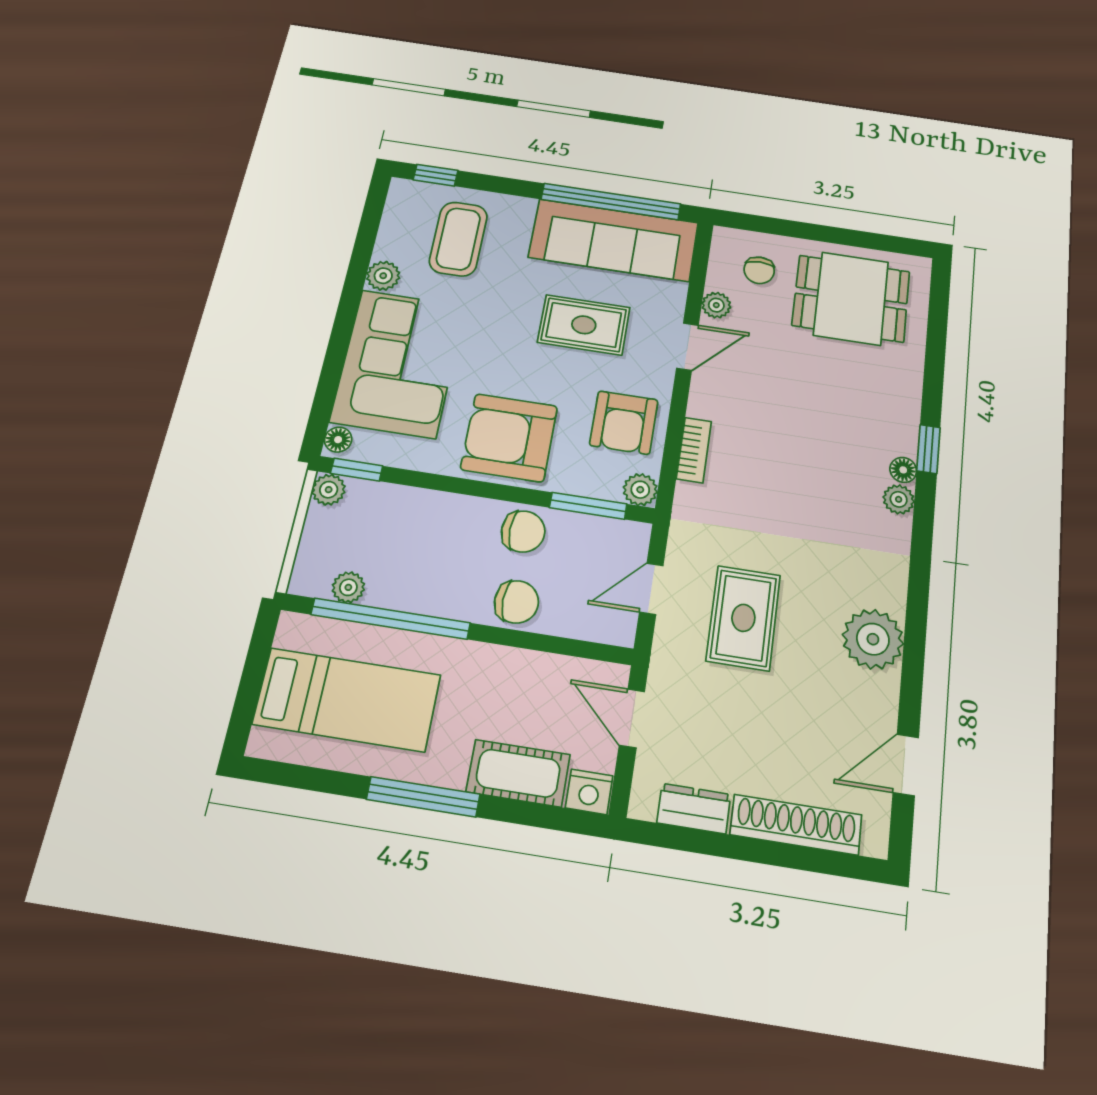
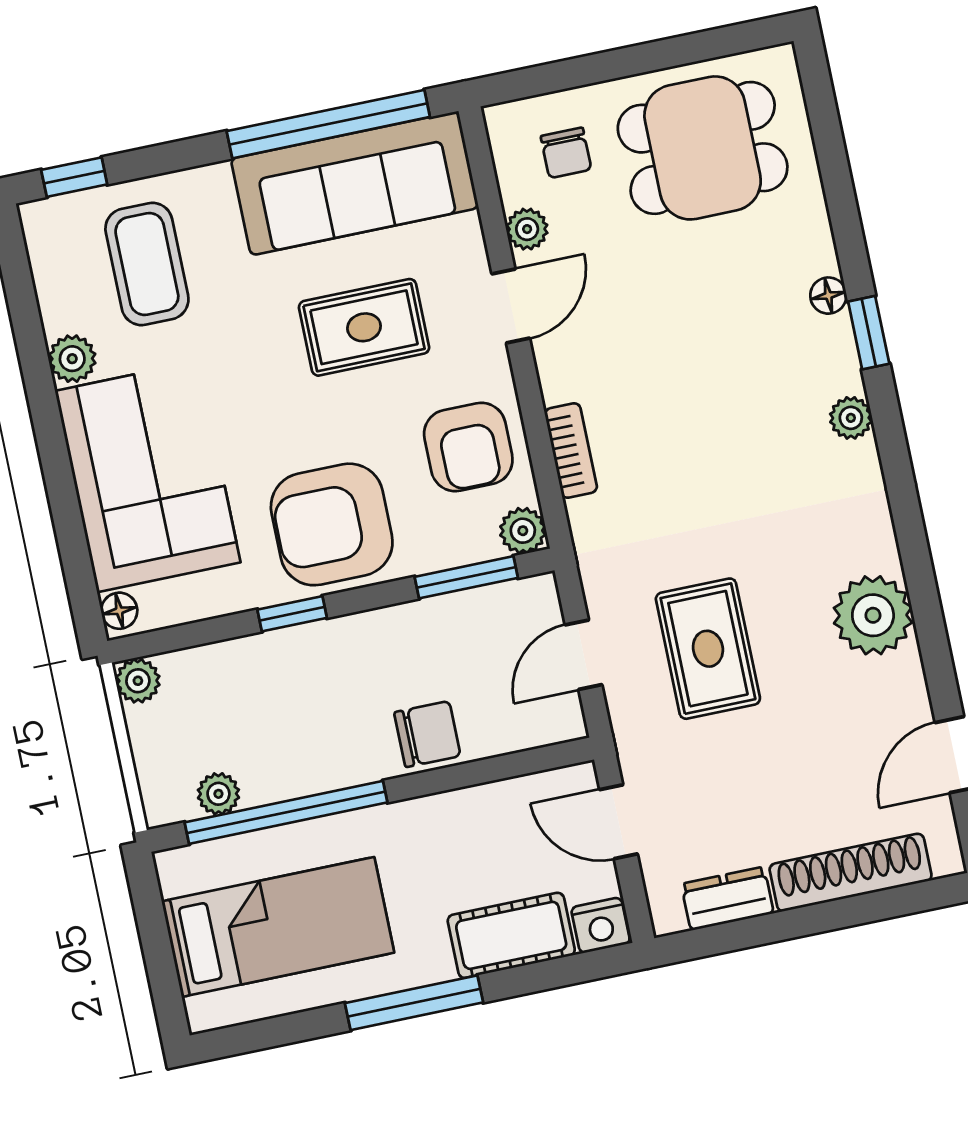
window: (357, 470) -> (292, 614), moved
floor lamp: (903, 470) -> (828, 296), moved
chair: (523, 532) -> (399, 642), removed

